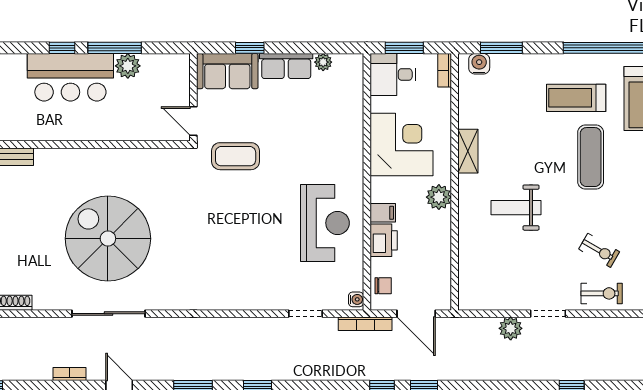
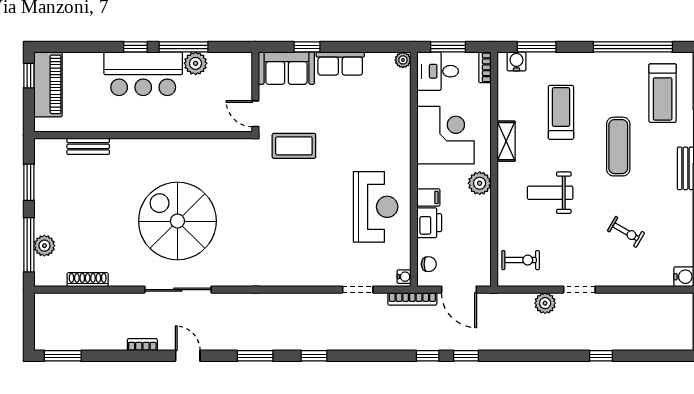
plant: (323, 62) -> (403, 60), moved
treadmill: (576, 98) -> (561, 112), moved, turned 90
exercise bike: (602, 293) -> (521, 260), moved

